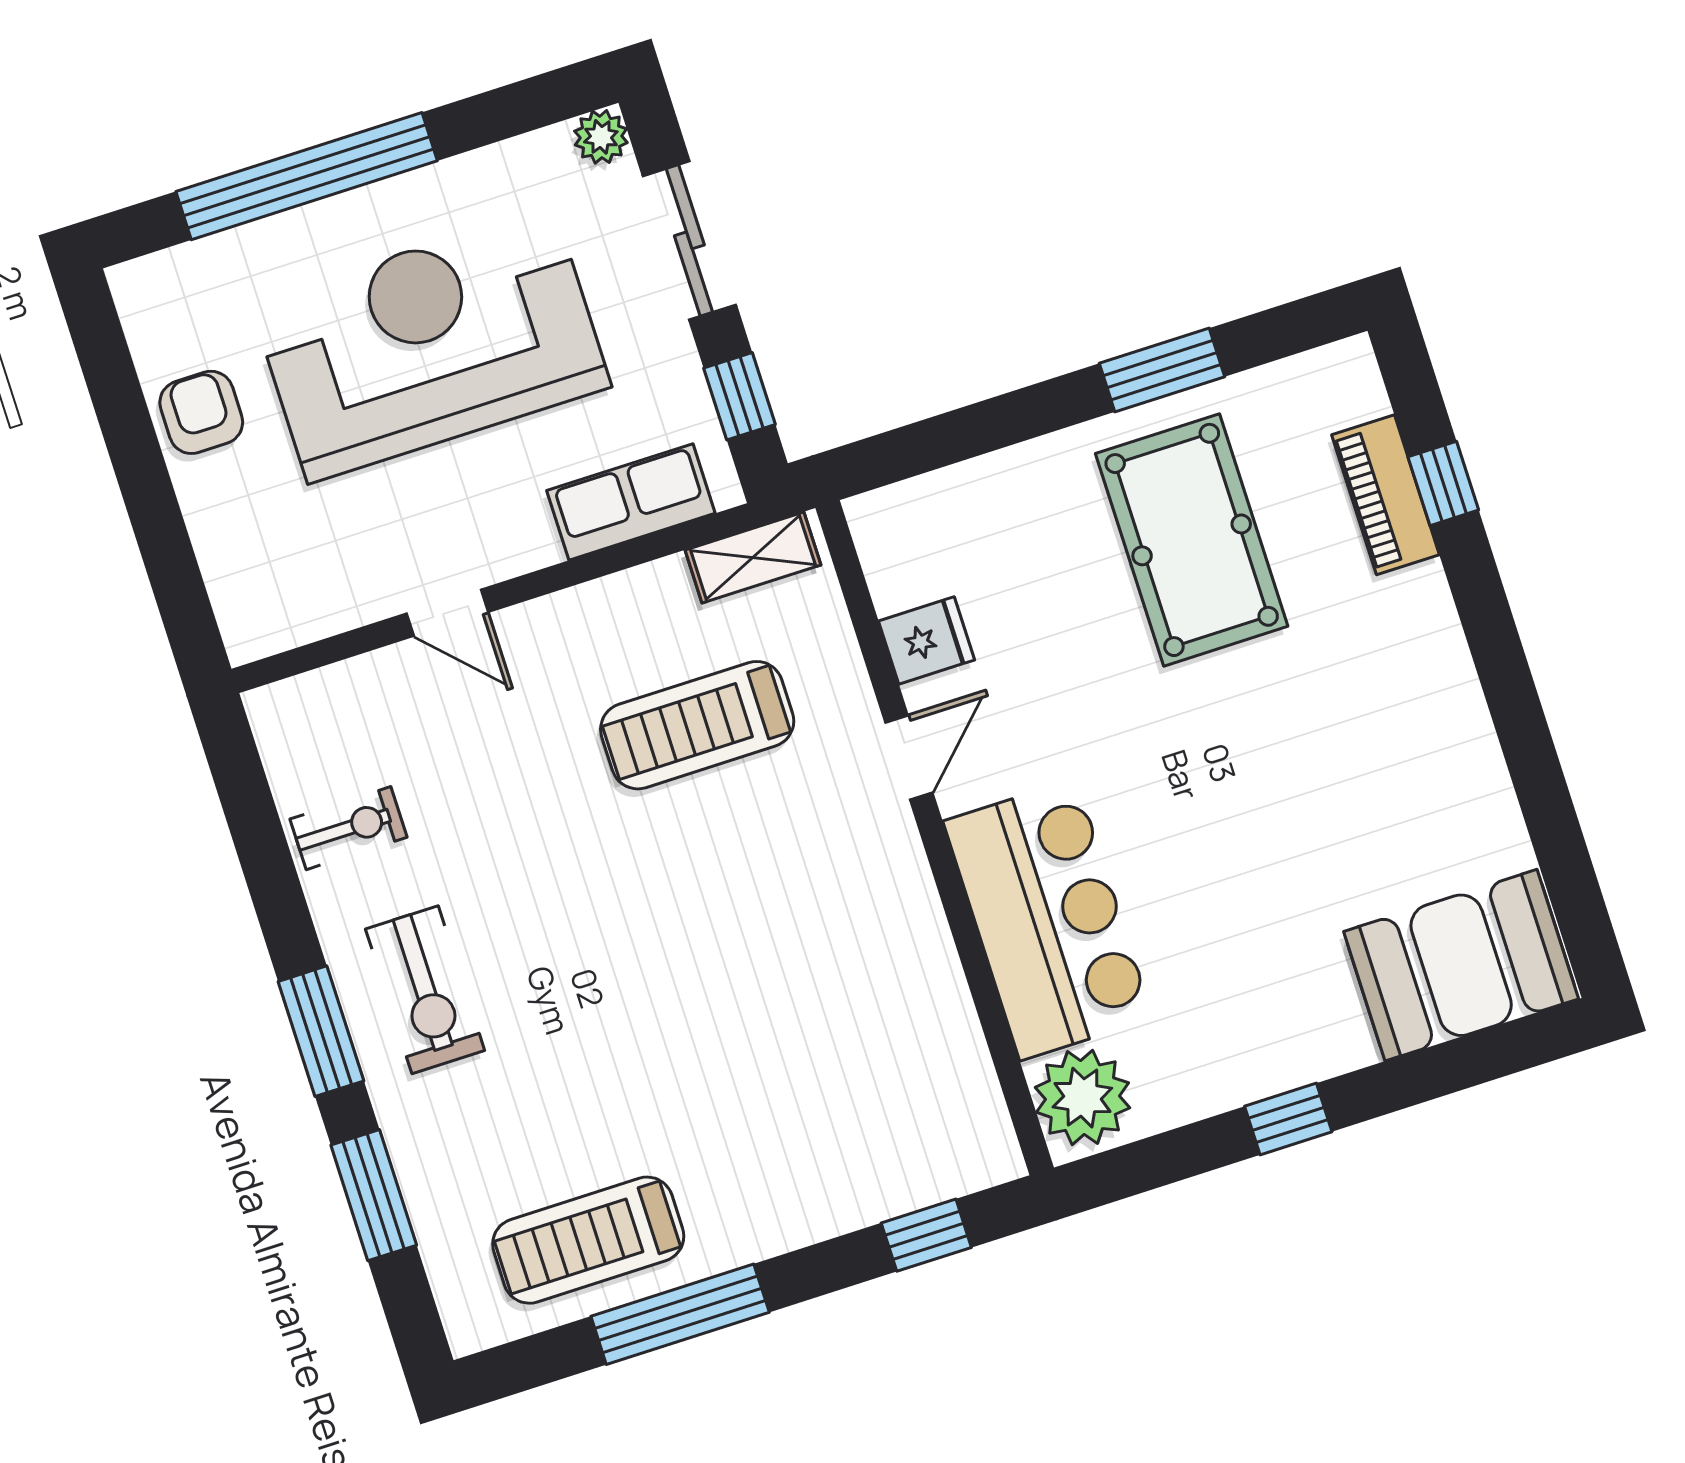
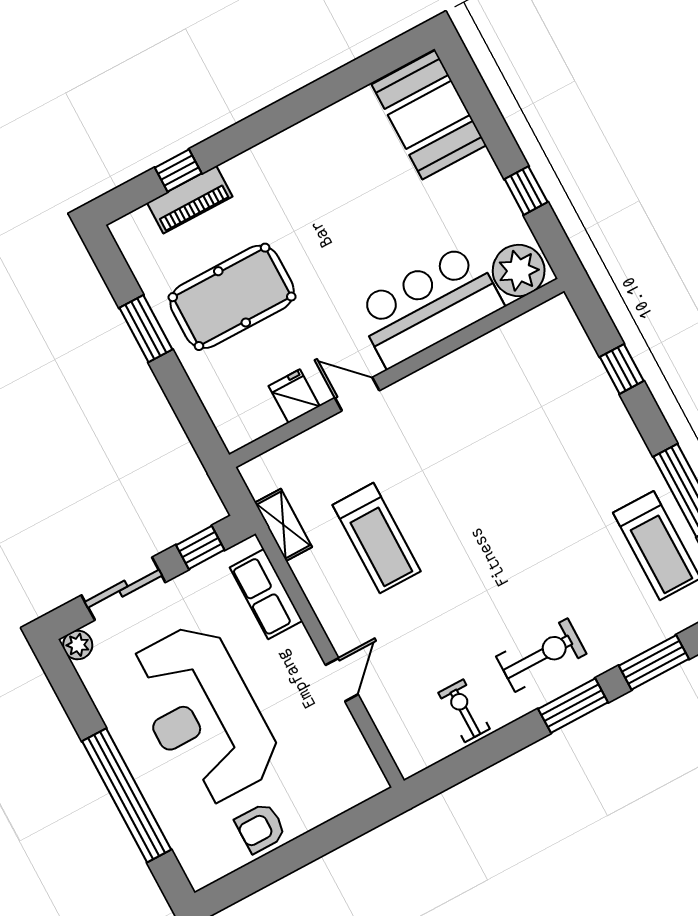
fridge: (927, 640) -> (294, 396), moved
door: (909, 757) -> (357, 394), moved
wall: (935, 838) -> (397, 373), moved
bar counter: (1048, 920) -> (429, 306), moved
plant: (1082, 1098) -> (519, 271), moved

